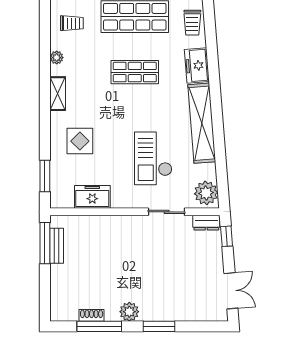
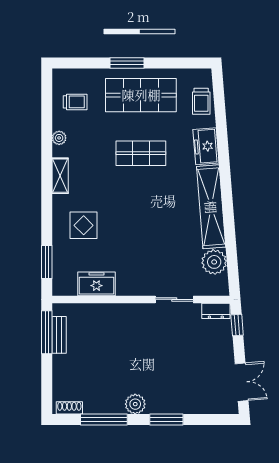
checkout: (153, 158) -> (160, 244), removed
plant: (206, 193) -> (214, 262), moved
shoe rack: (92, 315) -> (69, 408), moved

